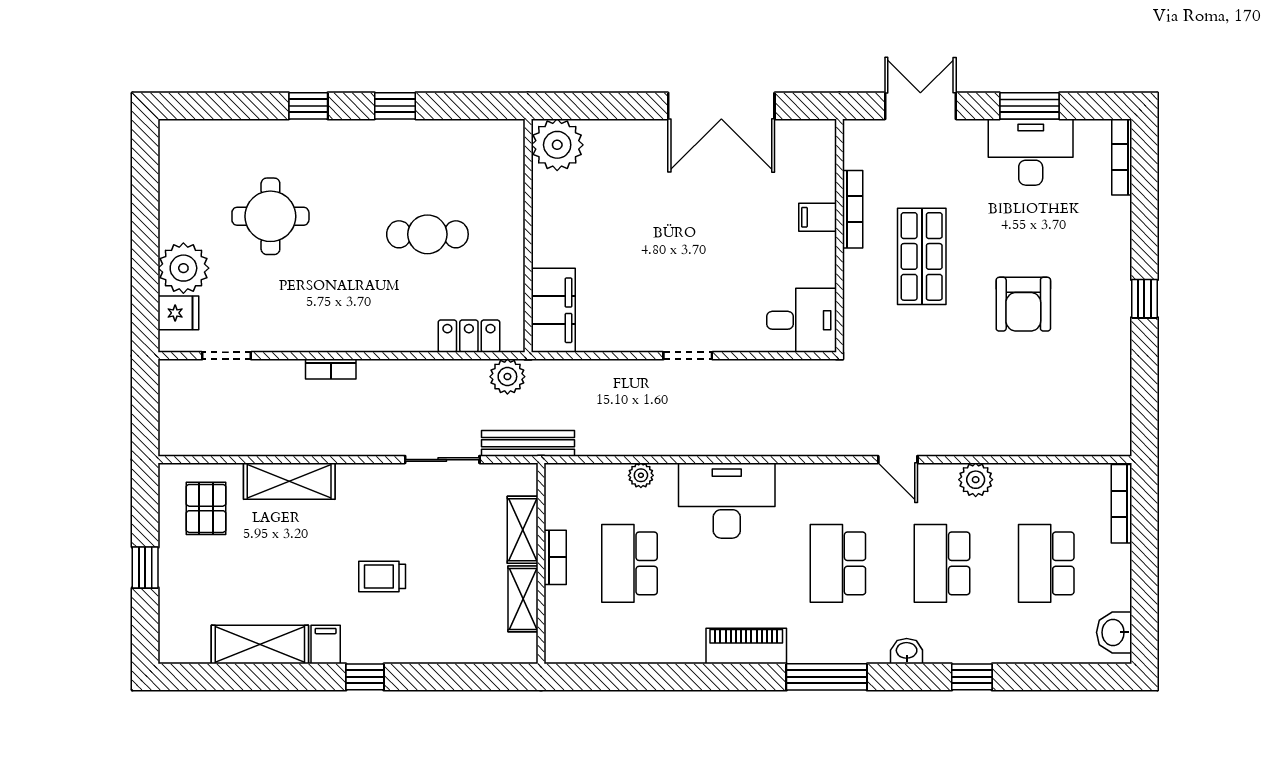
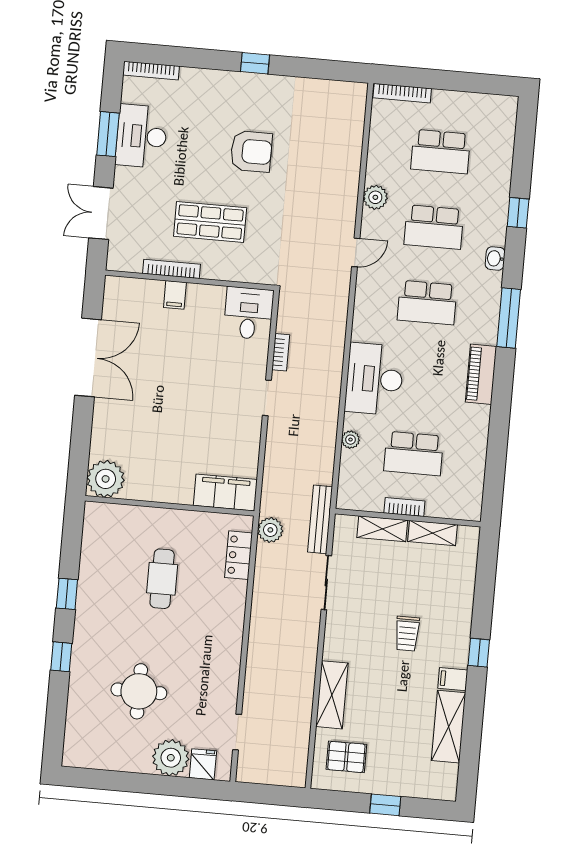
bookcase: (331, 369) -> (281, 352), moved
washbasin: (1114, 632) -> (495, 107), removed

